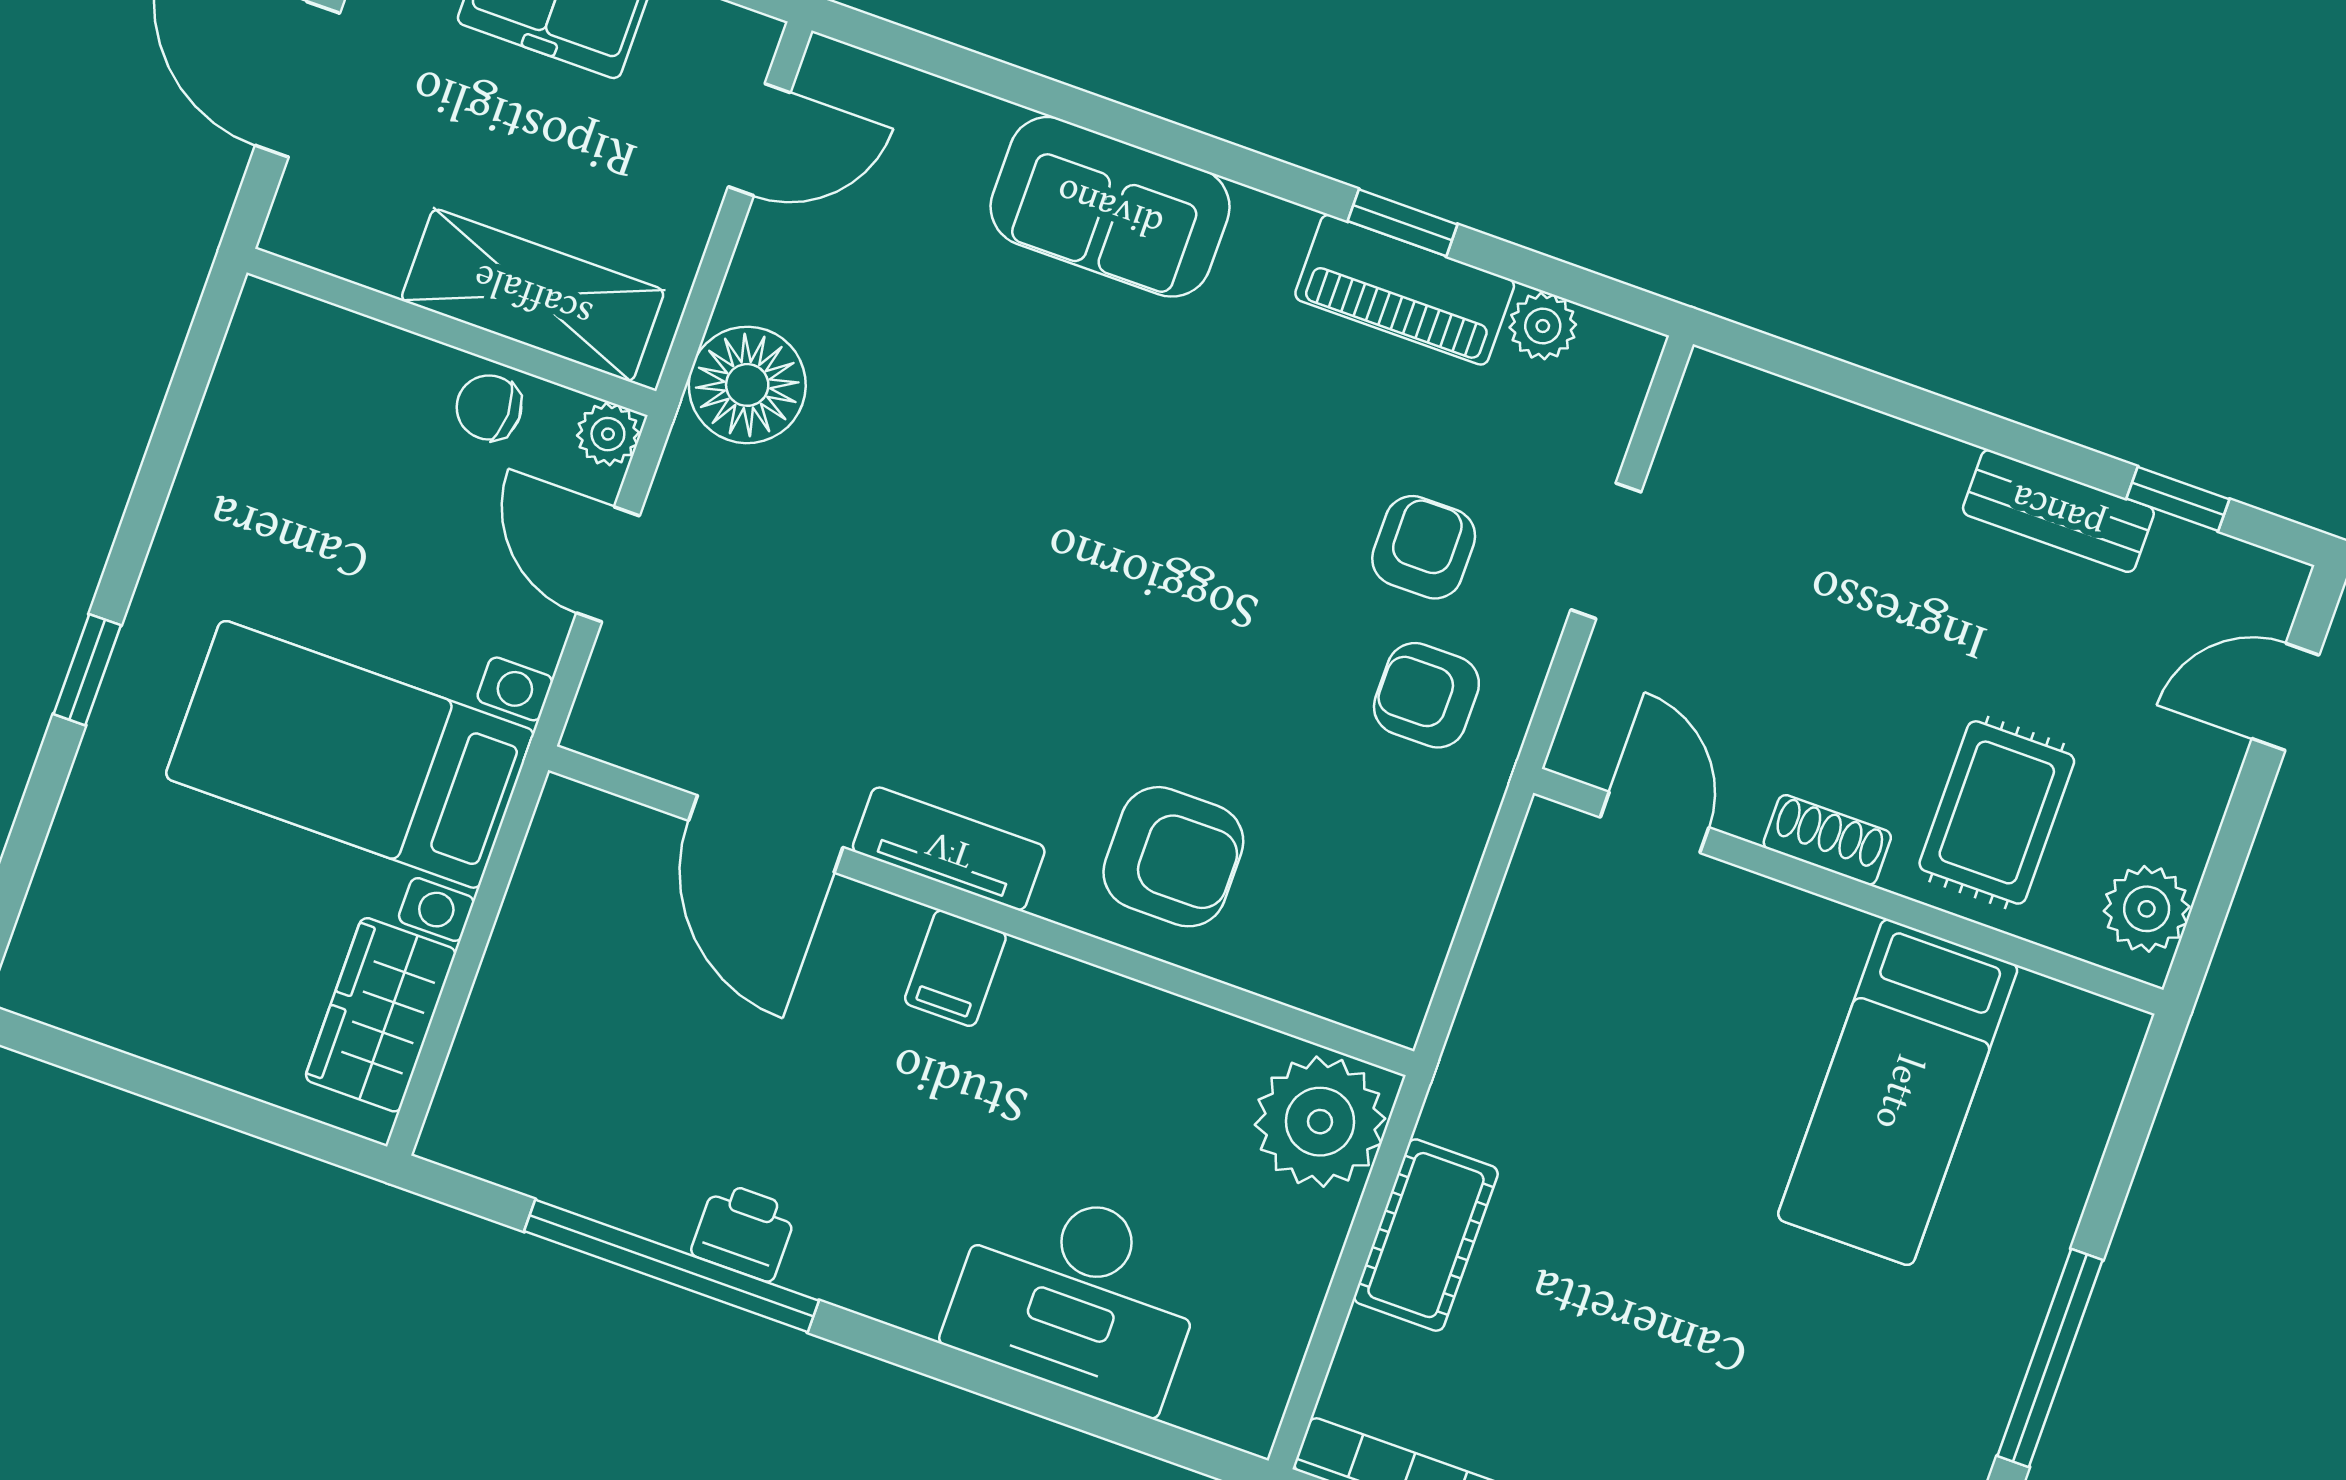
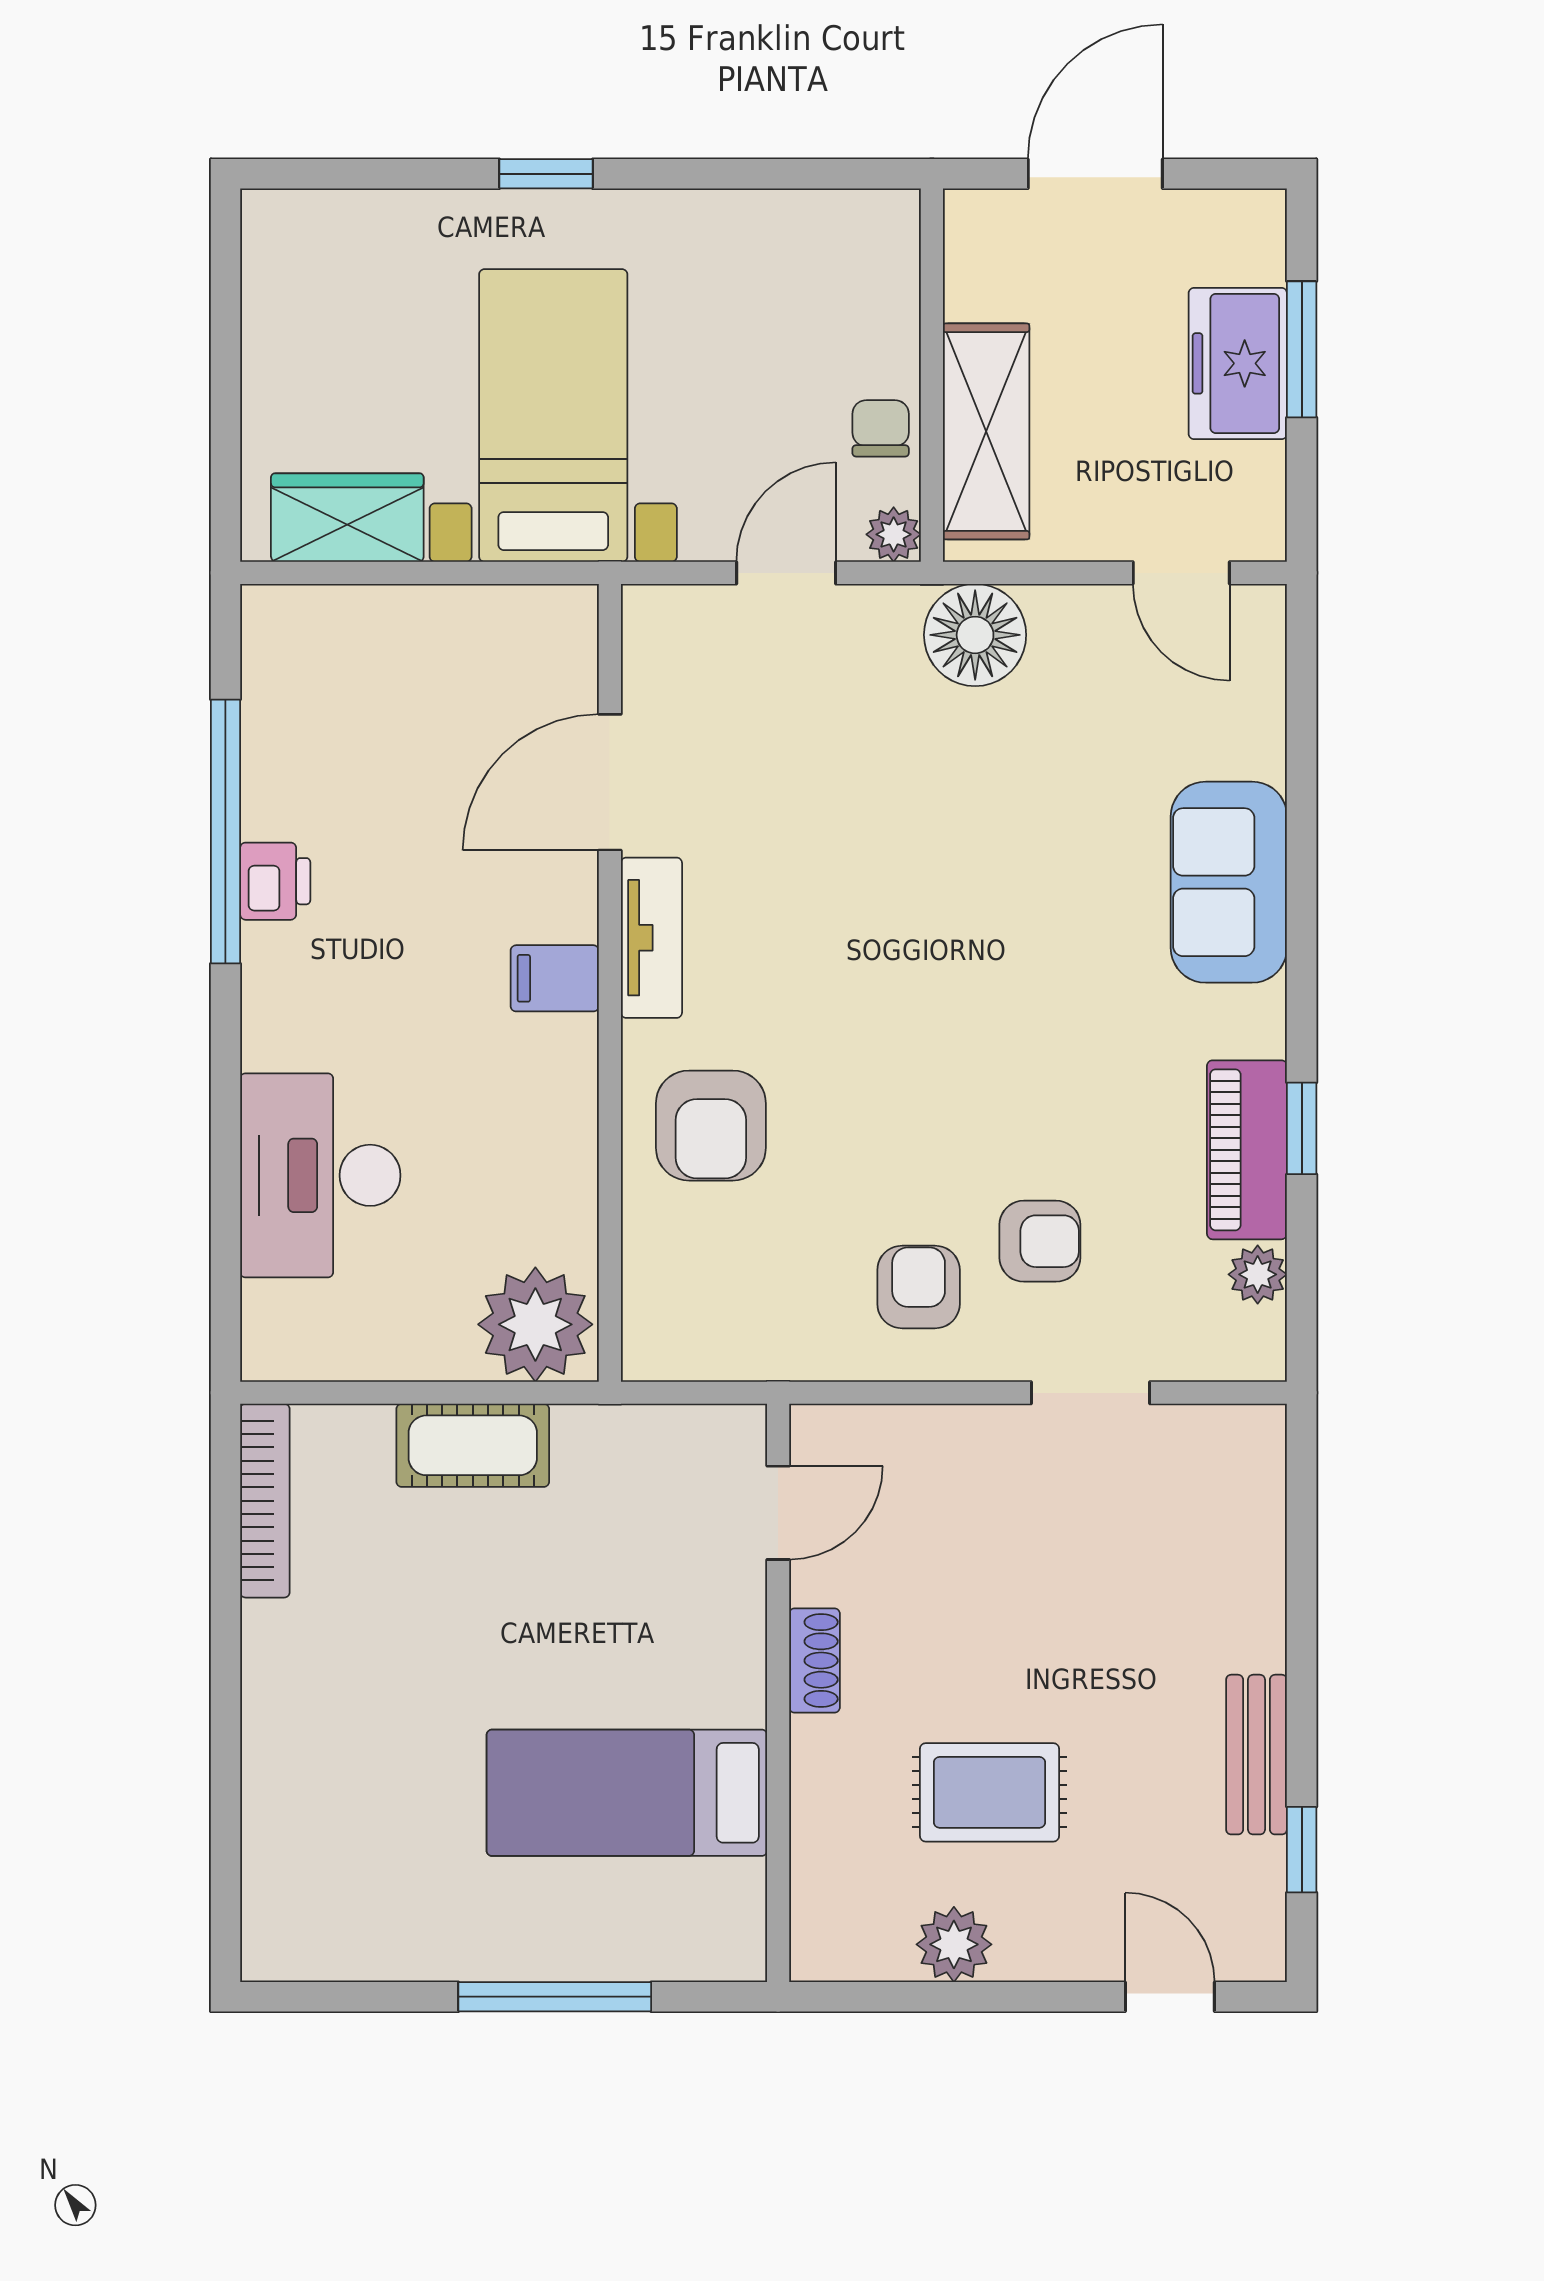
door: (1655, 822) -> (778, 1513), moved
shoe rack: (1827, 840) -> (814, 1661), moved
wall: (1848, 891) -> (778, 1693), moved
bed: (1898, 1092) -> (627, 1793), moved

